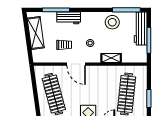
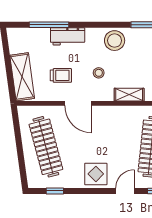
stool: (112, 22) -> (115, 41), moved
shelving: (36, 33) -> (22, 77), moved

